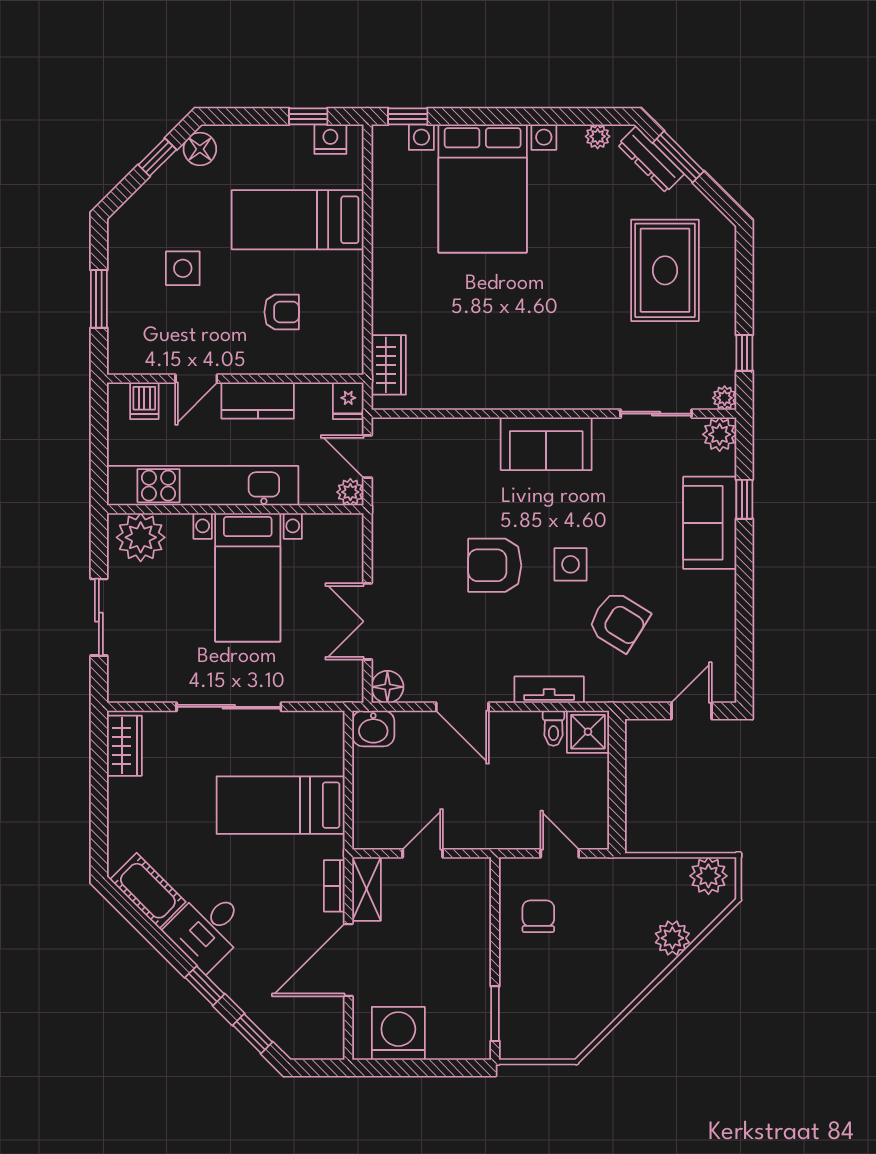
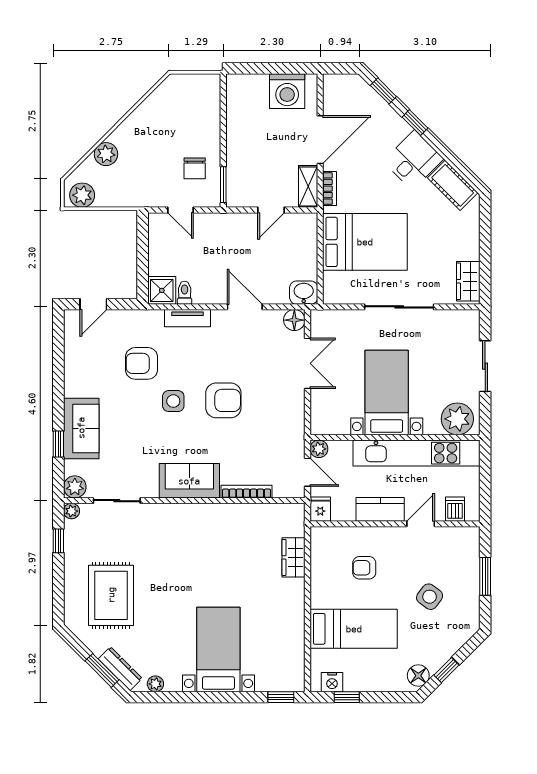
bed with nightstands: (483, 188) -> (218, 649), width x0.73
side table: (183, 268) -> (430, 597), turned 37
wardrobe: (389, 365) -> (294, 557), moved
bookcase: (460, 427) -> (247, 492), added
armchair: (619, 621) -> (142, 363), turned -32
bed: (281, 805) -> (365, 242), width x1.50
window: (495, 1014) -> (223, 185), moved

